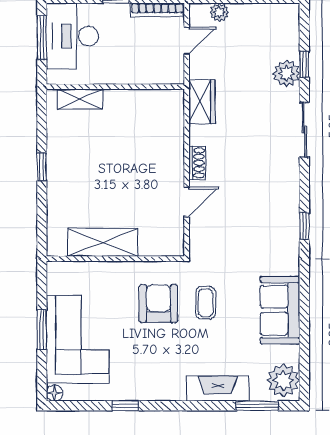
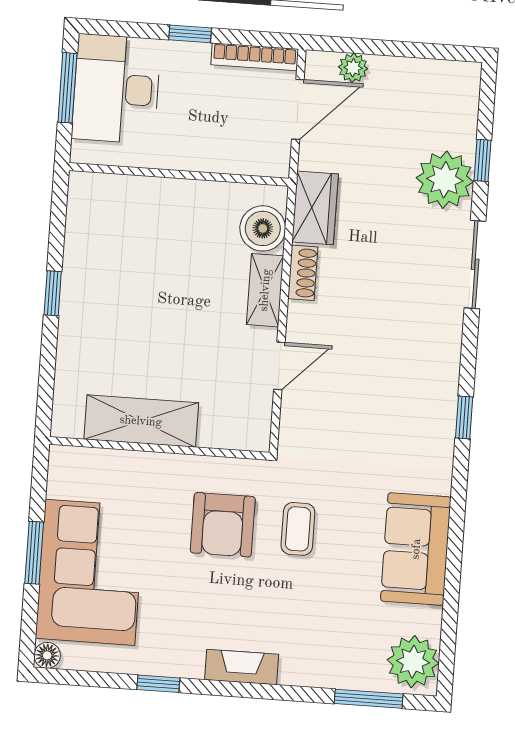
door: (187, 41) -> (298, 109), width x1.38
plant: (286, 73) -> (445, 180), width x1.36, depth x1.36
shelving: (80, 99) -> (265, 290), moved, turned 90
boiler: (170, 117) -> (263, 228), added
shoe rack: (197, 163) -> (303, 273), moved
armchair: (158, 304) -> (223, 525), turned 180
fireplace: (218, 389) -> (242, 667), moved, width x0.73, depth x0.76

